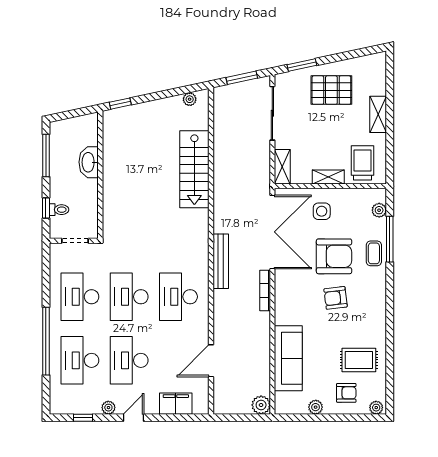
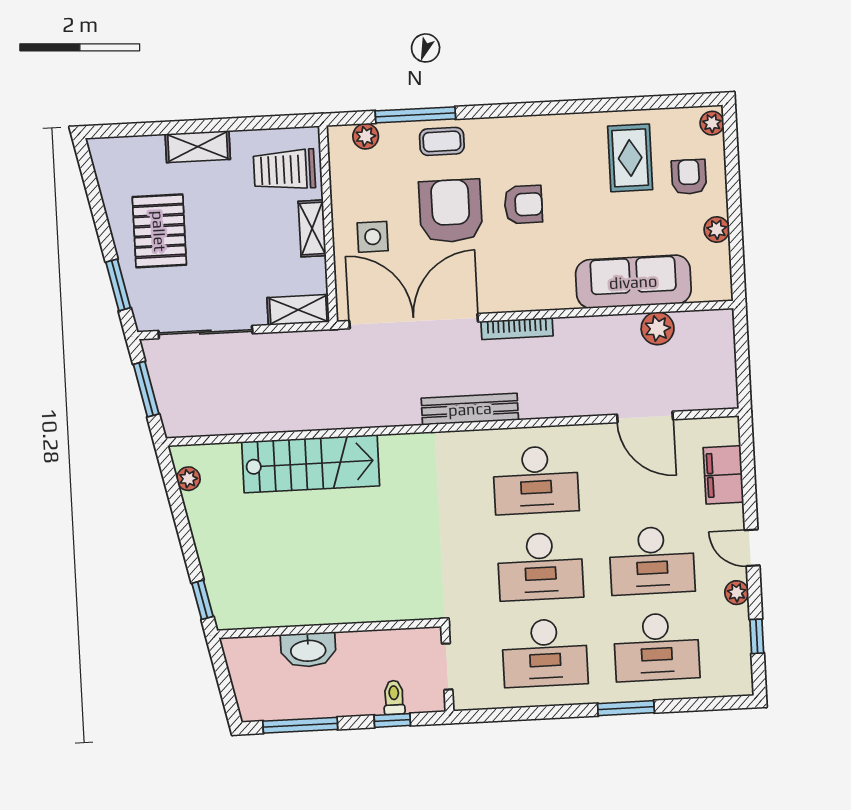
armchair: (336, 298) -> (523, 204), turned -83
window: (46, 341) -> (626, 708), width x0.47
plant: (261, 405) -> (658, 328), moved

